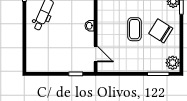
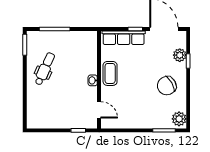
coffee table: (135, 29) -> (110, 73), moved
chair: (161, 31) -> (167, 86), turned -62

